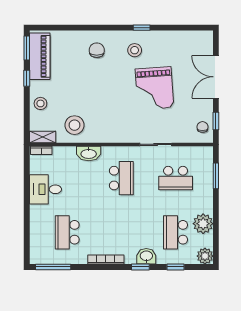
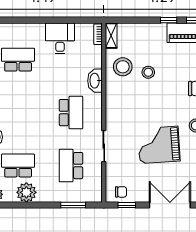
stool: (40, 103) -> (148, 72), moved
school desk: (121, 178) -> (71, 113), turned -90

